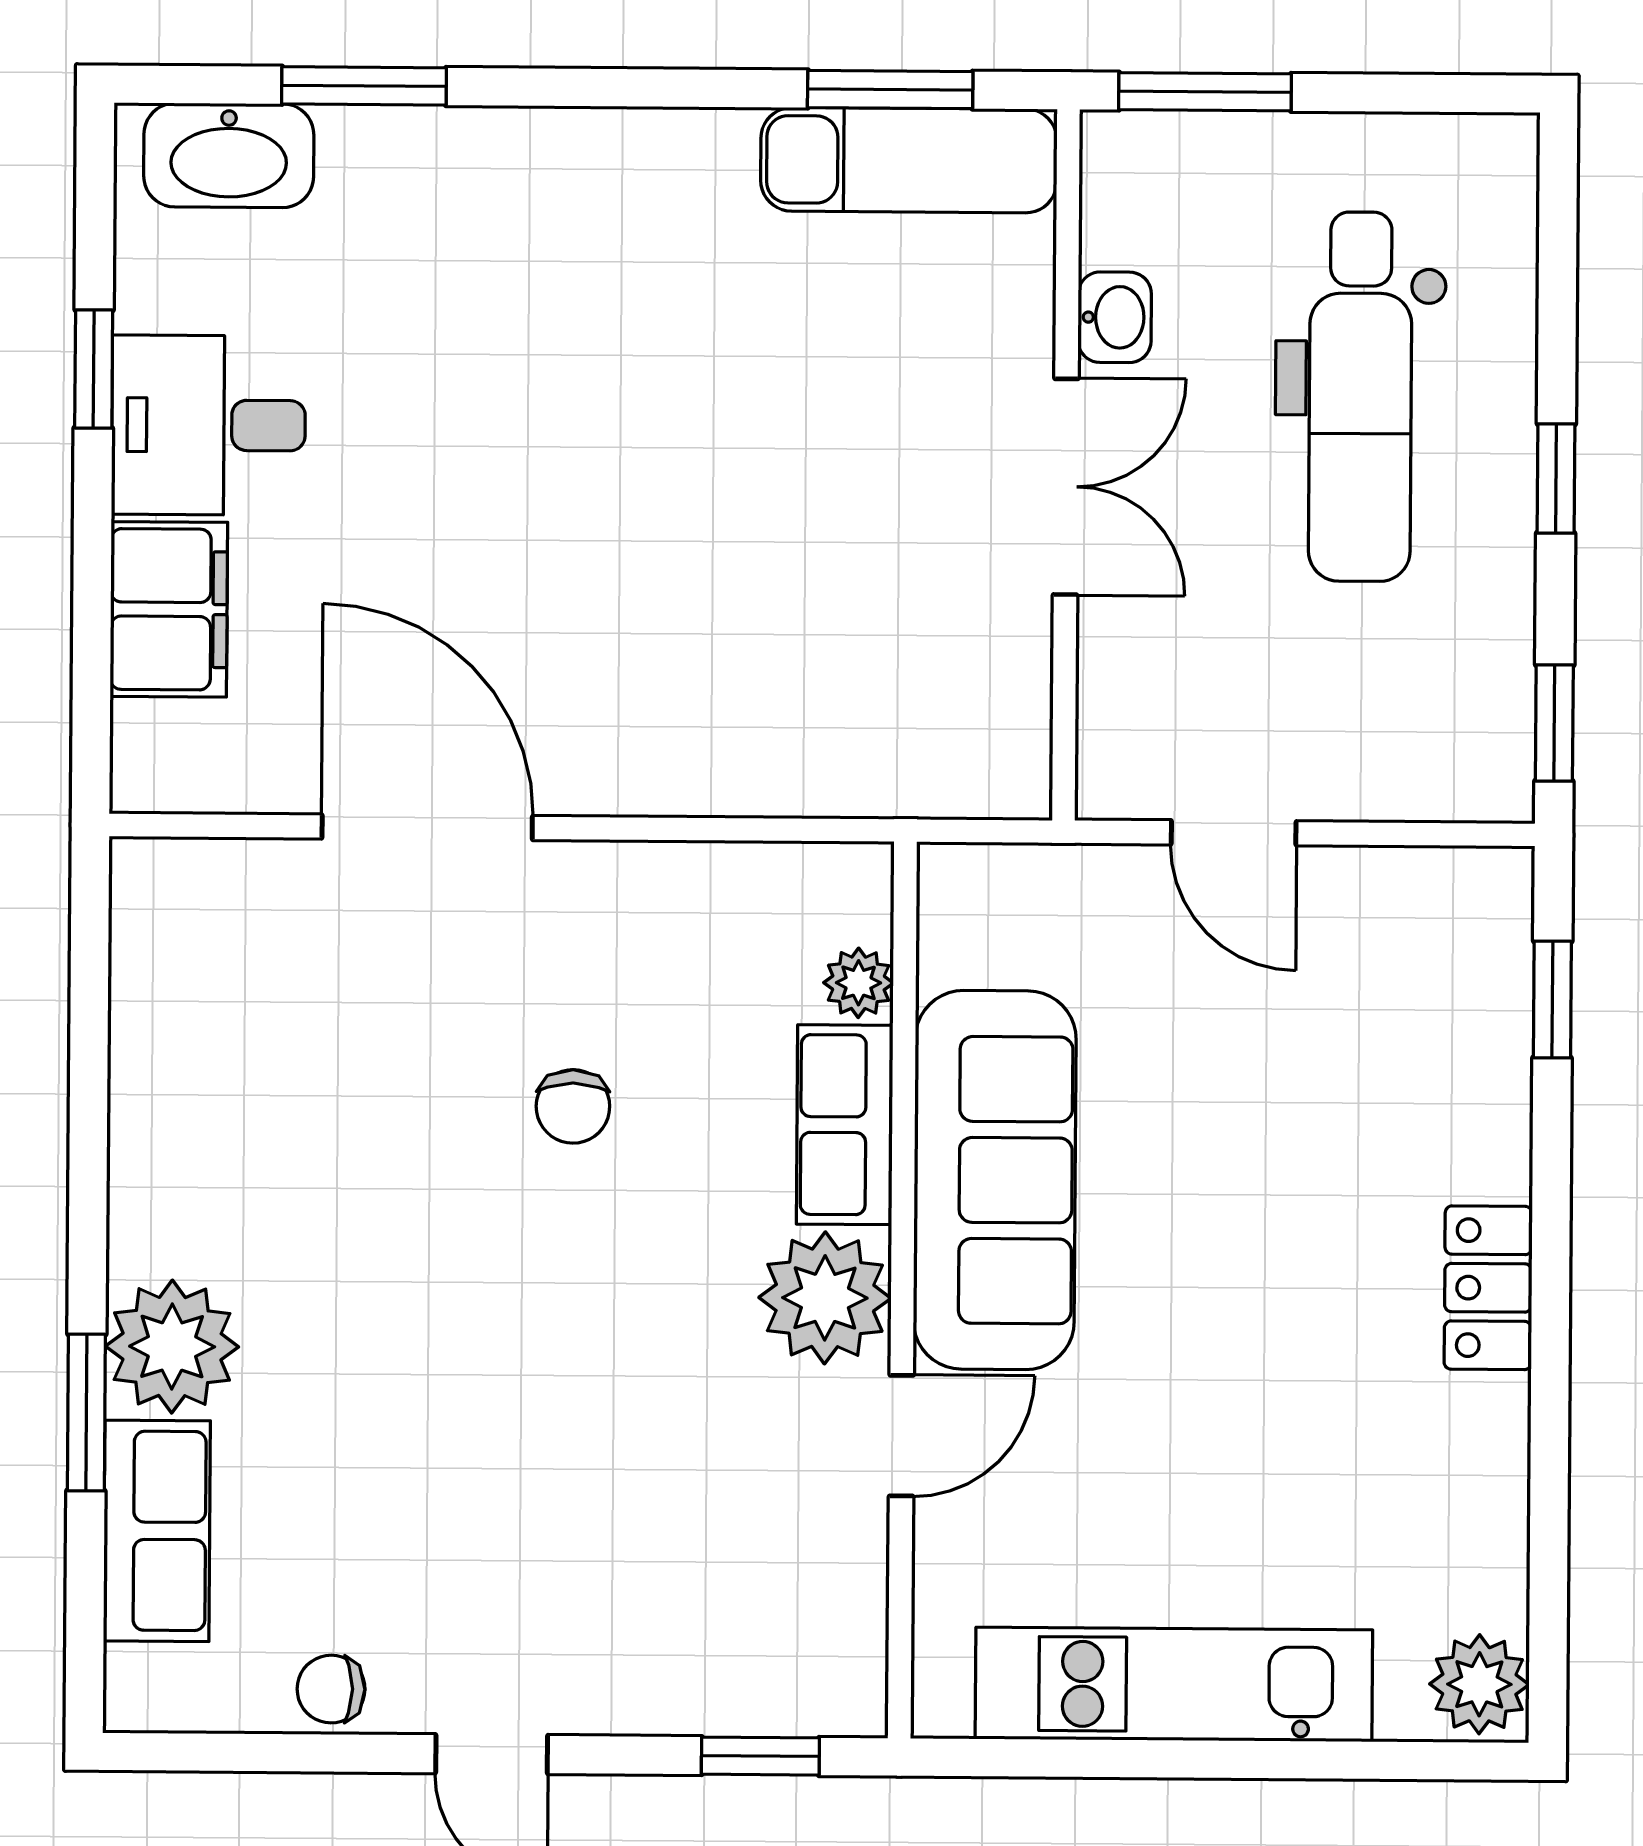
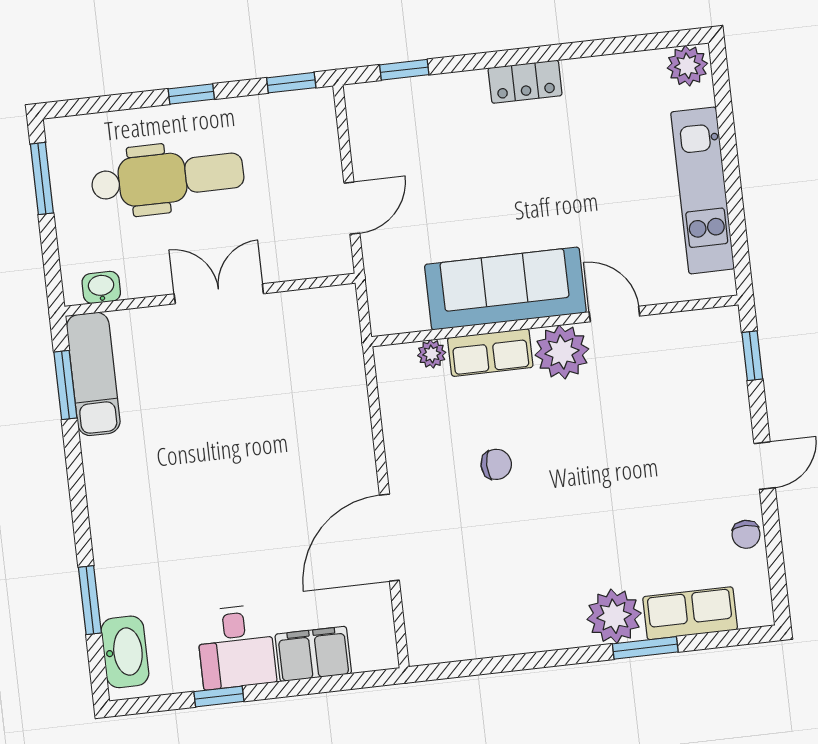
window: (1205, 92) -> (42, 179), moved
washbasin: (1115, 317) -> (101, 287), moved

